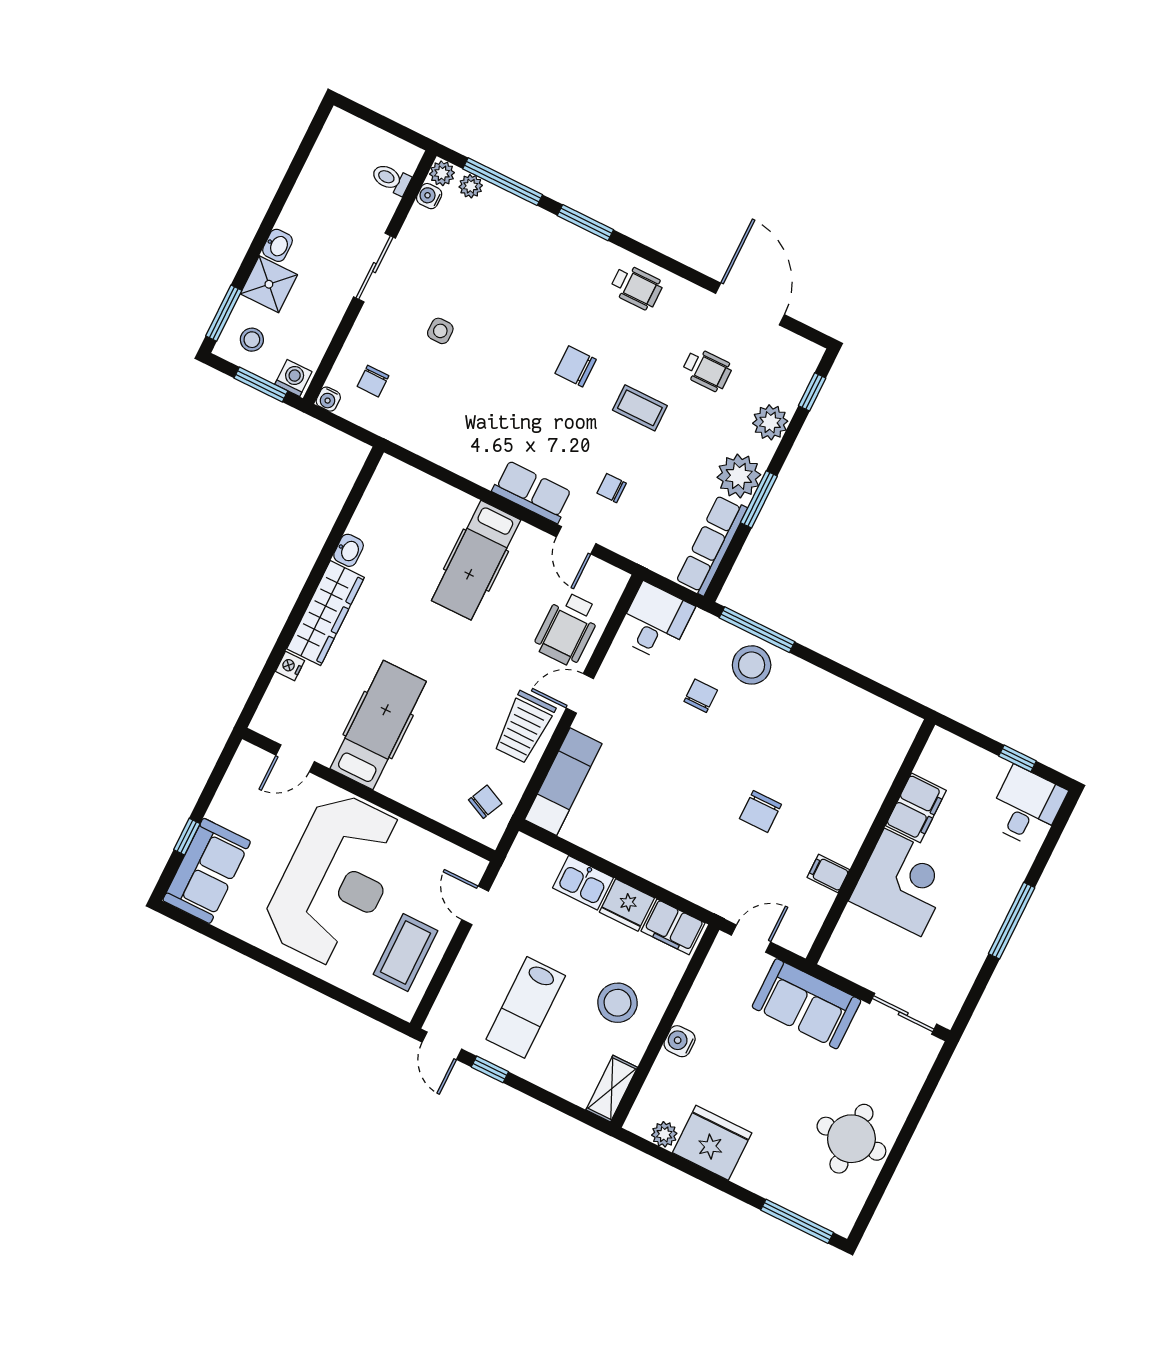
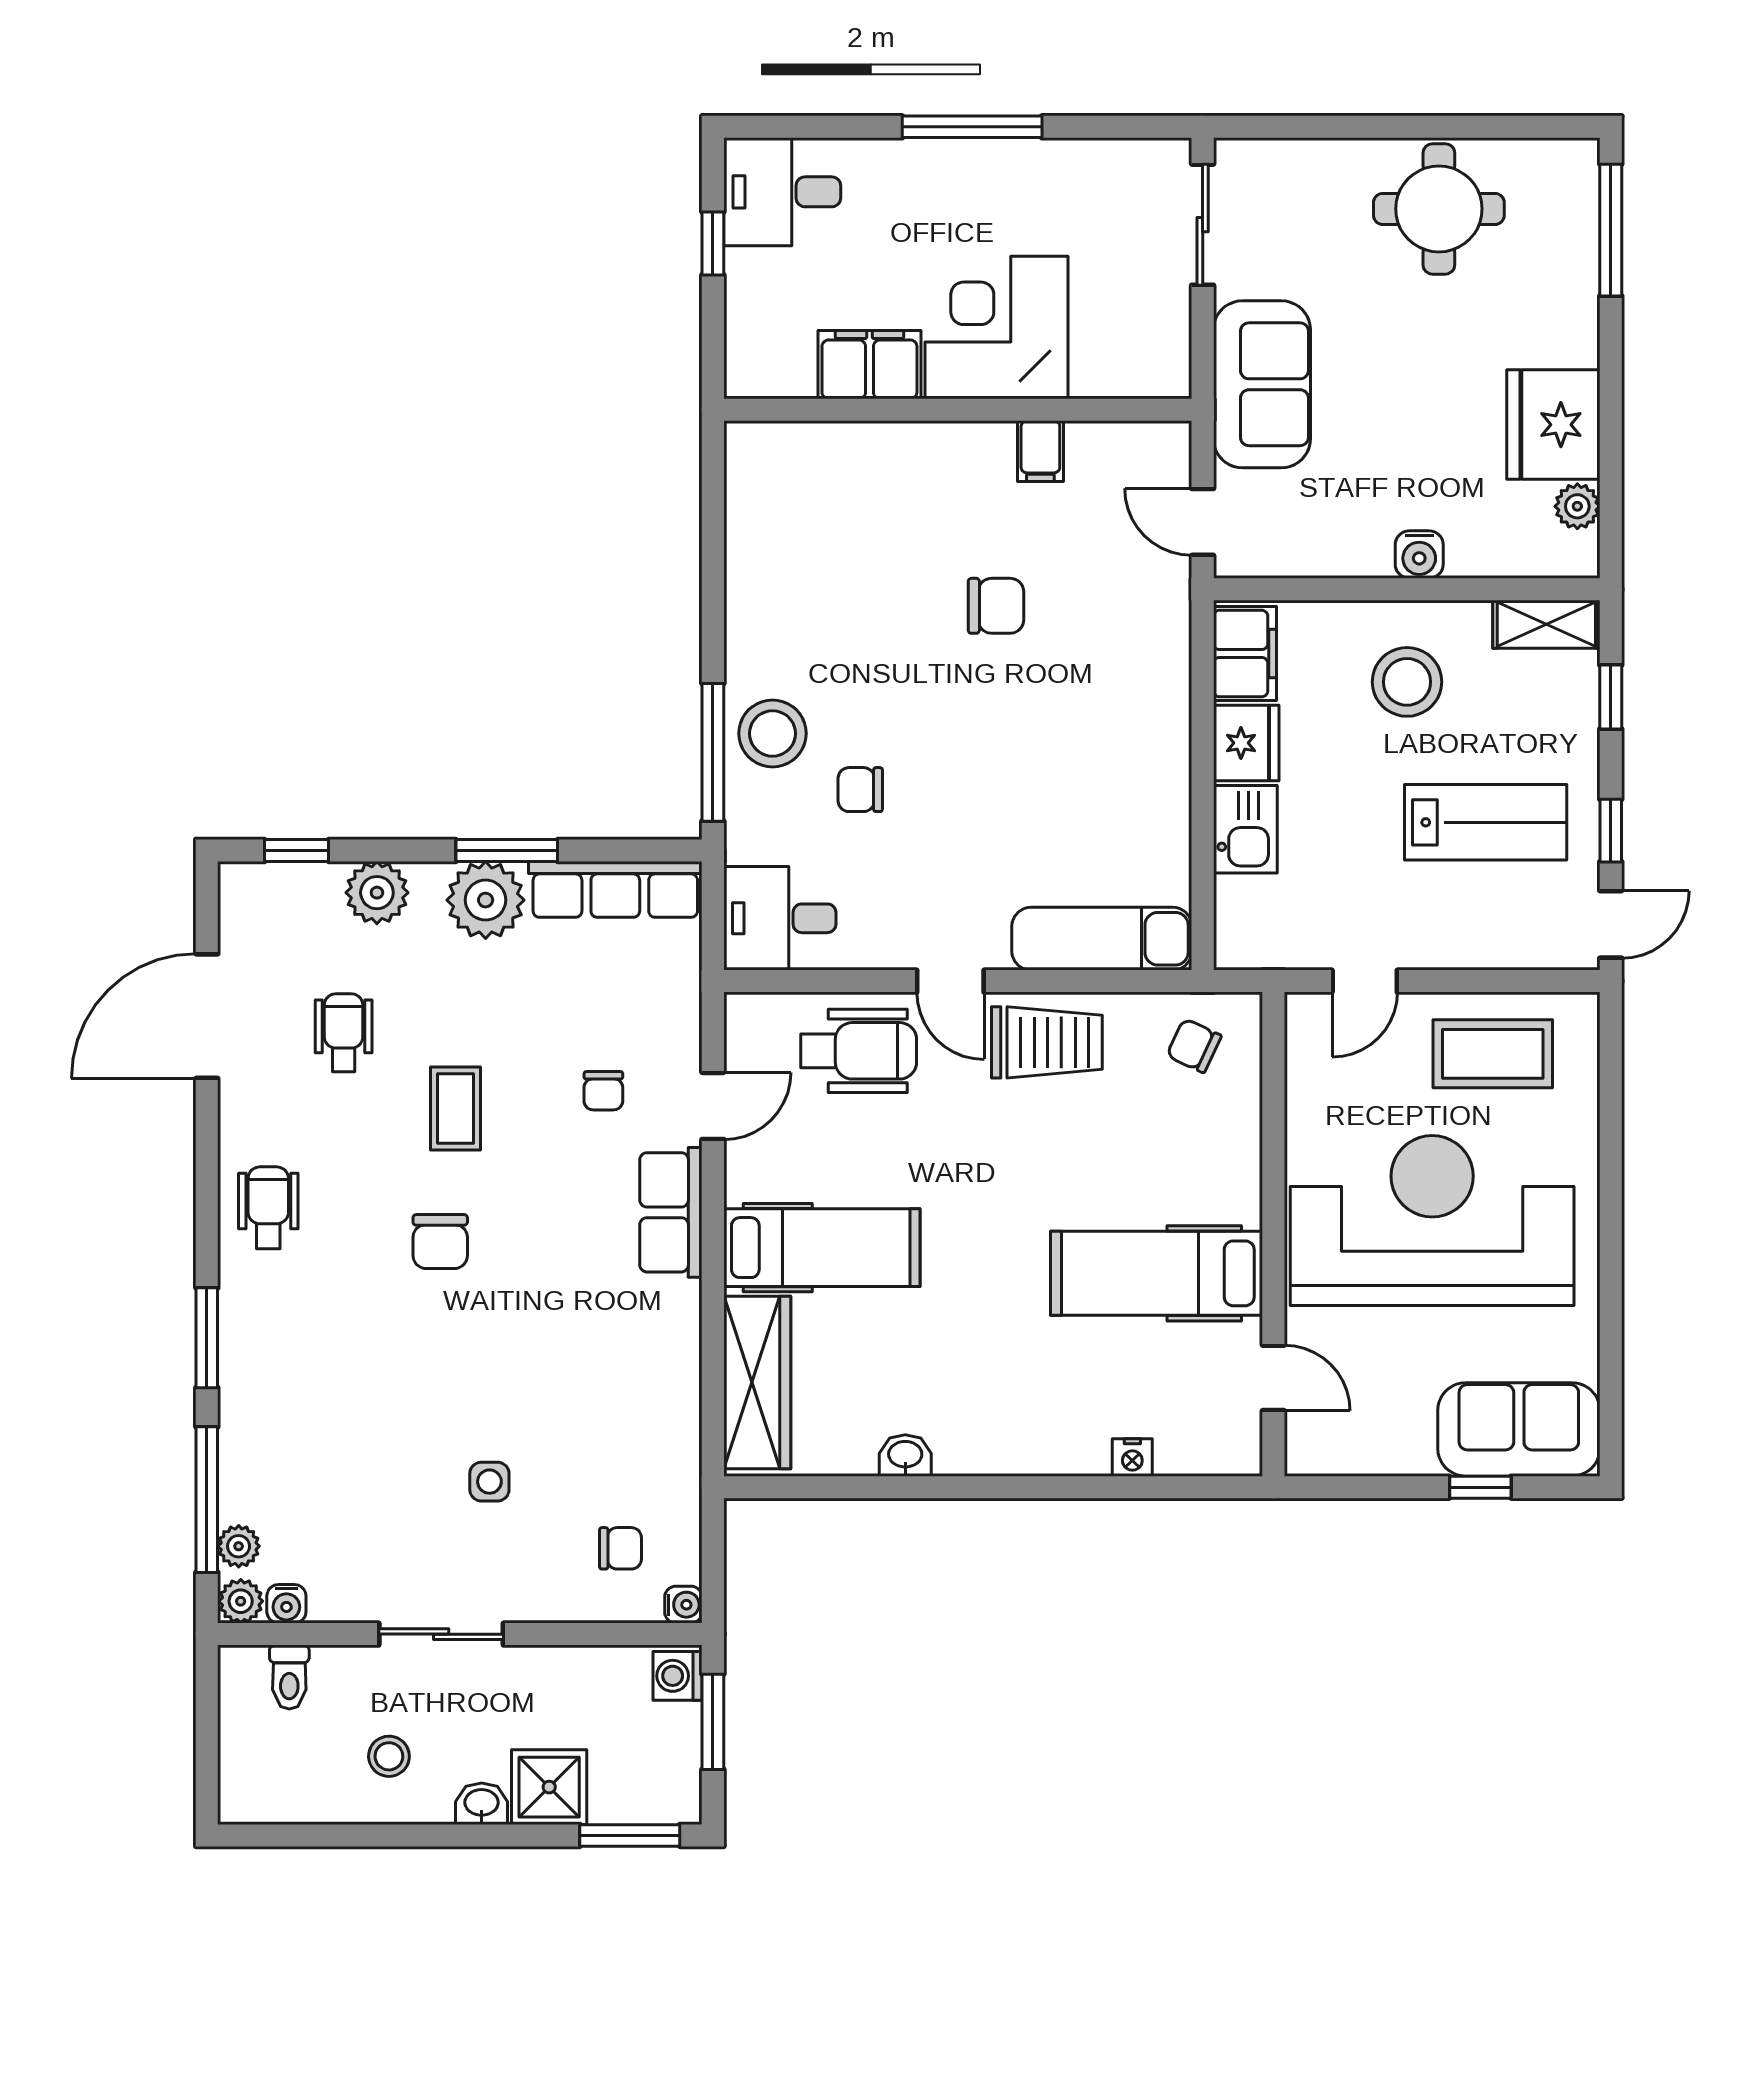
stool: (252, 340) -> (389, 1756), moved
wardrobe: (325, 613) -> (757, 1383), moved, turned 90
window: (558, 1103) -> (1611, 697), added

